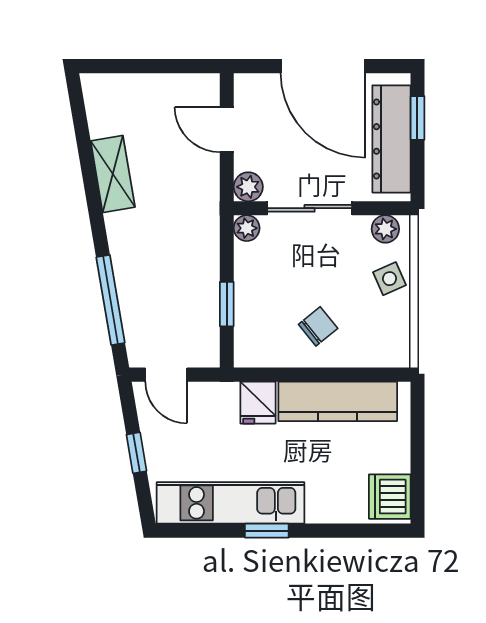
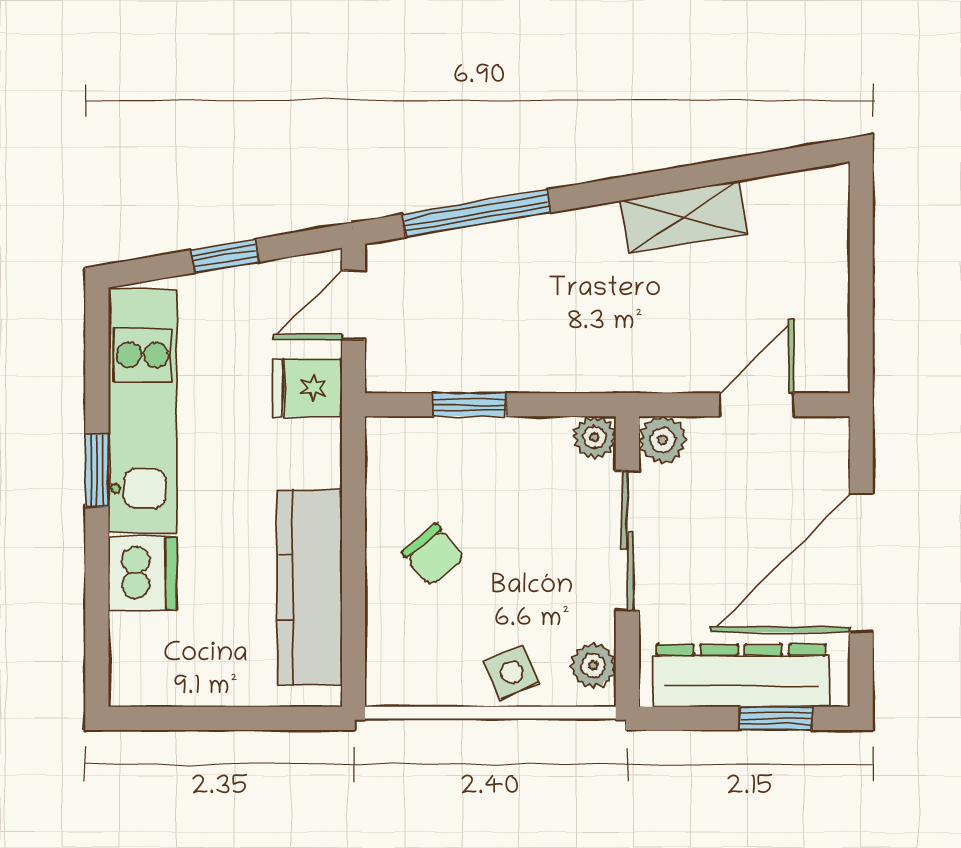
fridge: (258, 403) -> (308, 388), moved
dishwasher: (390, 497) -> (142, 573), moved, turned 90

